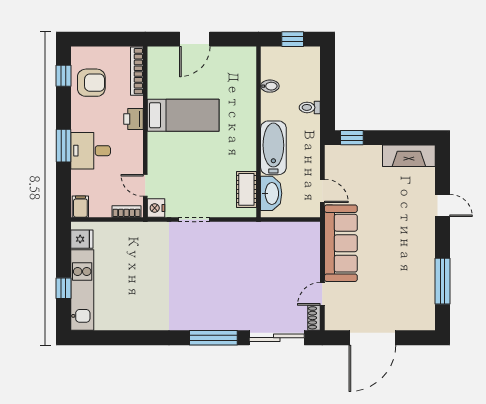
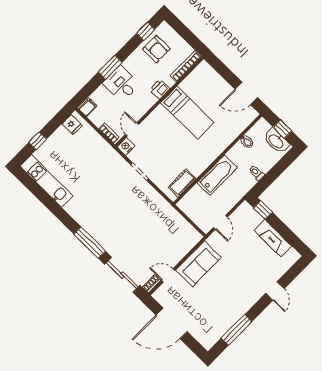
door: (195, 39) -> (246, 93), moved
fireplace: (409, 156) -> (273, 238), moved
washbasin: (271, 193) -> (276, 141), moved, turned 90
sofa: (341, 243) -> (198, 264), width x0.73
kitchen unit: (82, 290) -> (46, 181), moved, turned -90

